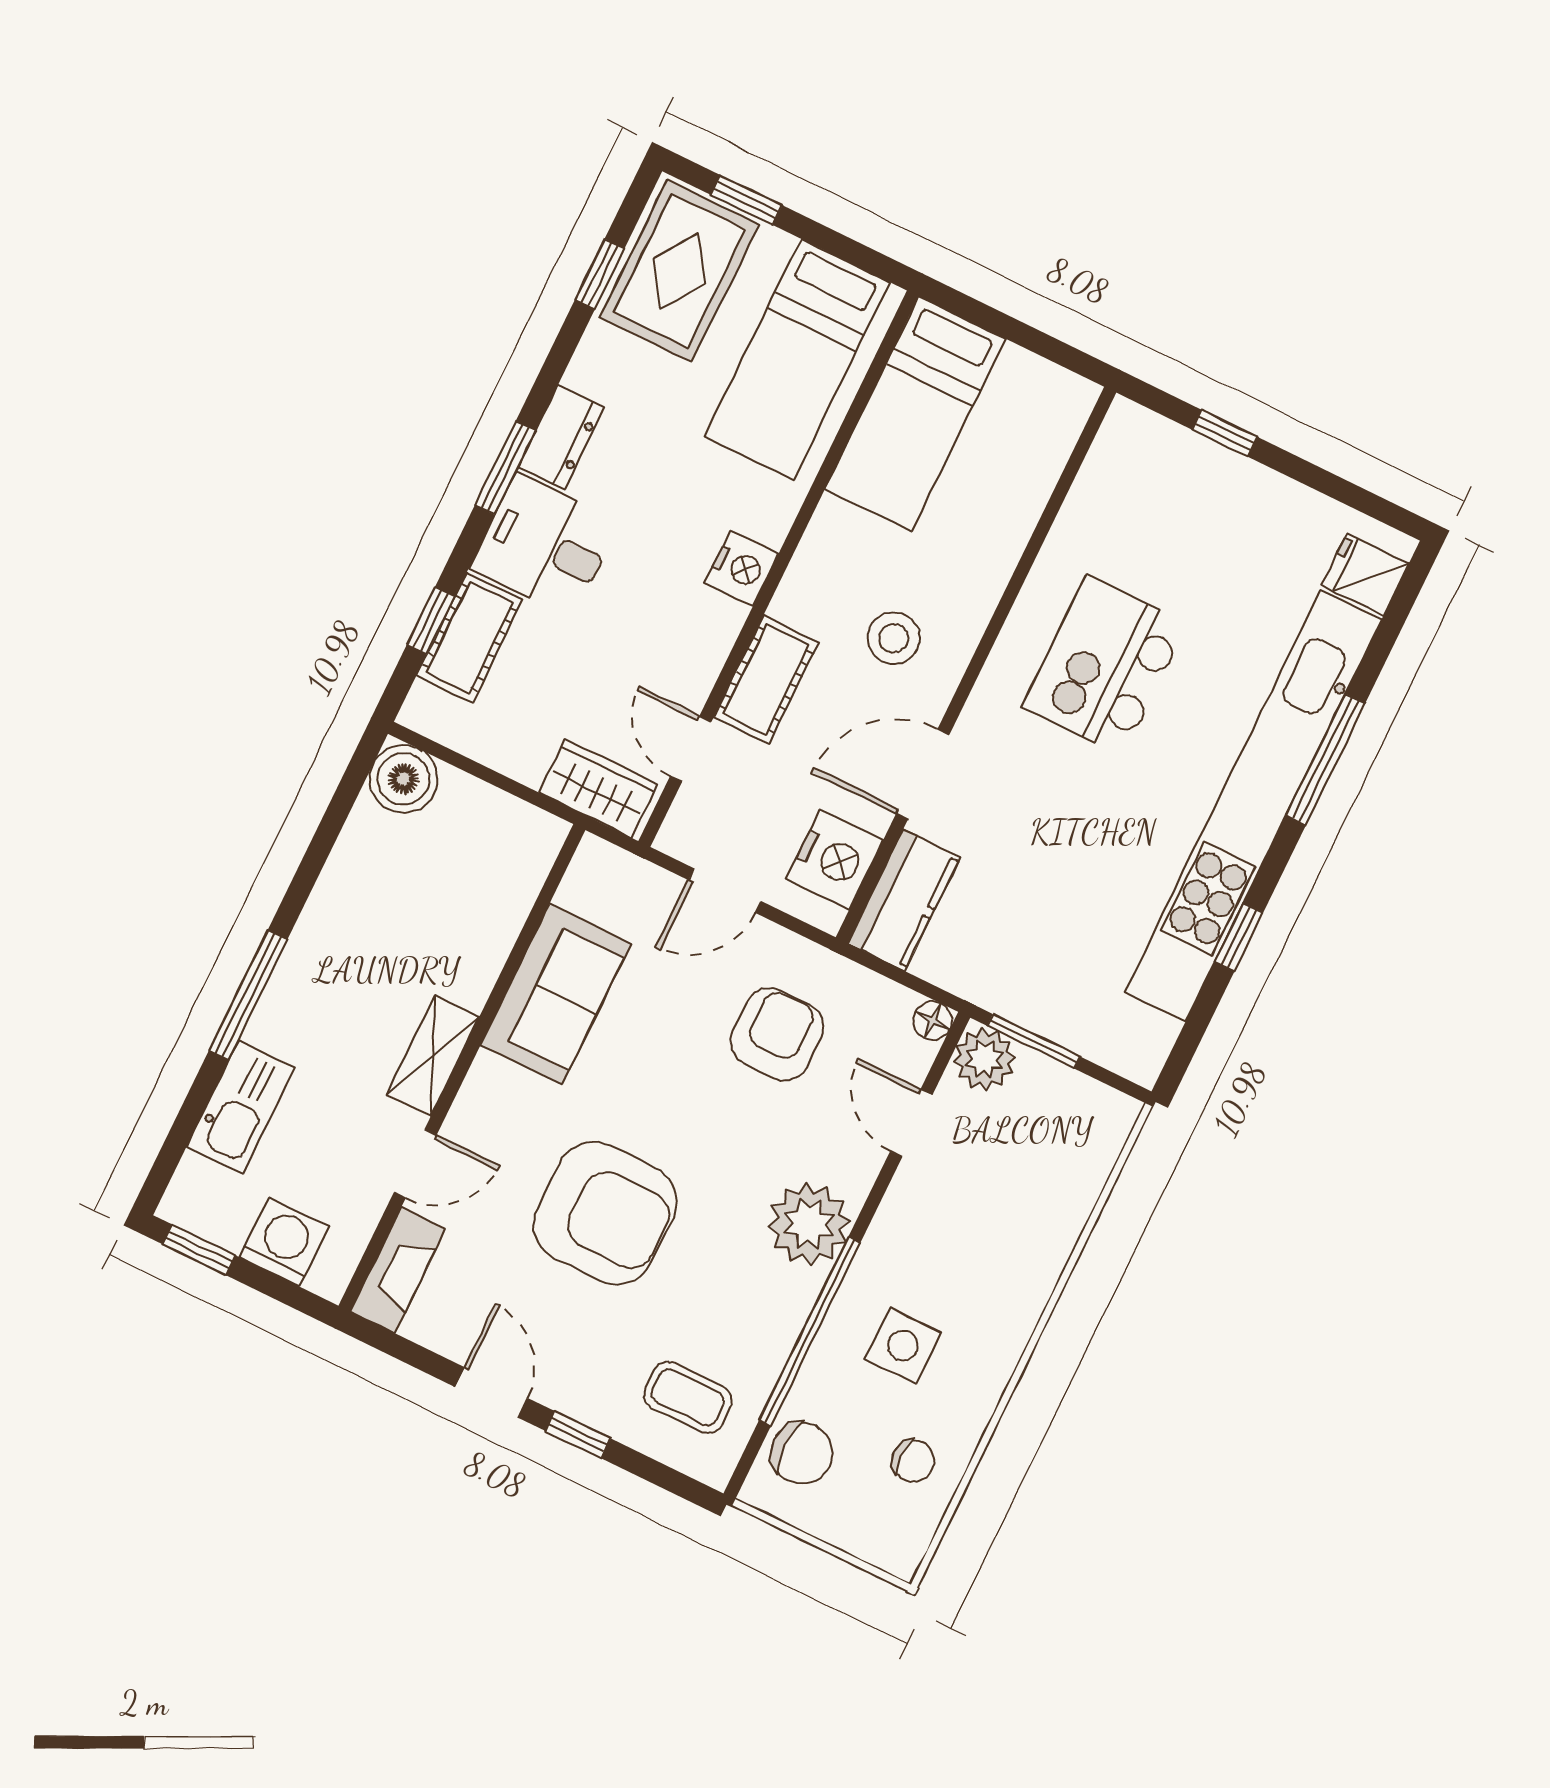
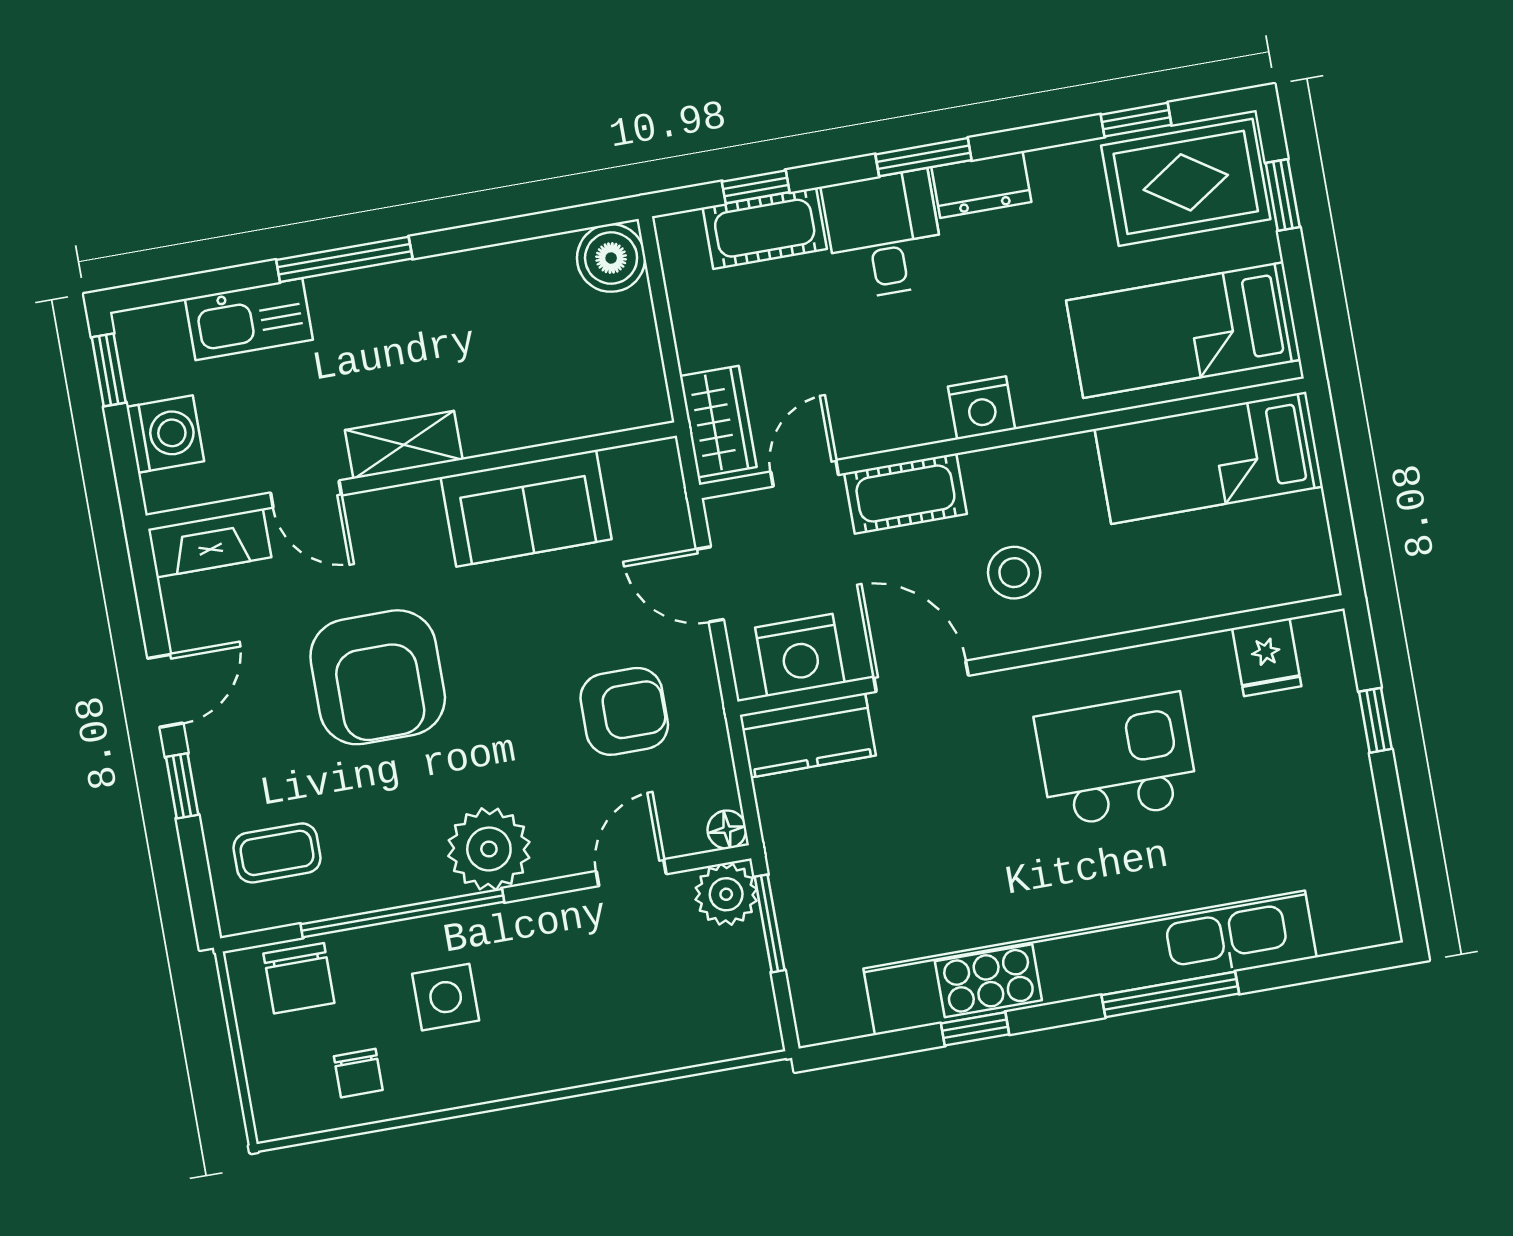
fridge: (1365, 574) -> (1267, 657), moved, turned 180
coffee table: (688, 1397) -> (277, 853), turned 90

